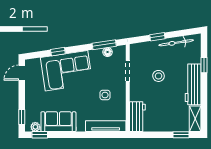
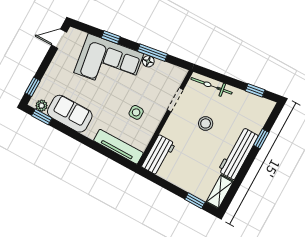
window: (157, 37) -> (255, 90), moved
bicycle: (176, 43) -> (212, 86), moved
window: (104, 45) -> (152, 53), moved
floor lamp: (108, 52) -> (148, 61), moved

